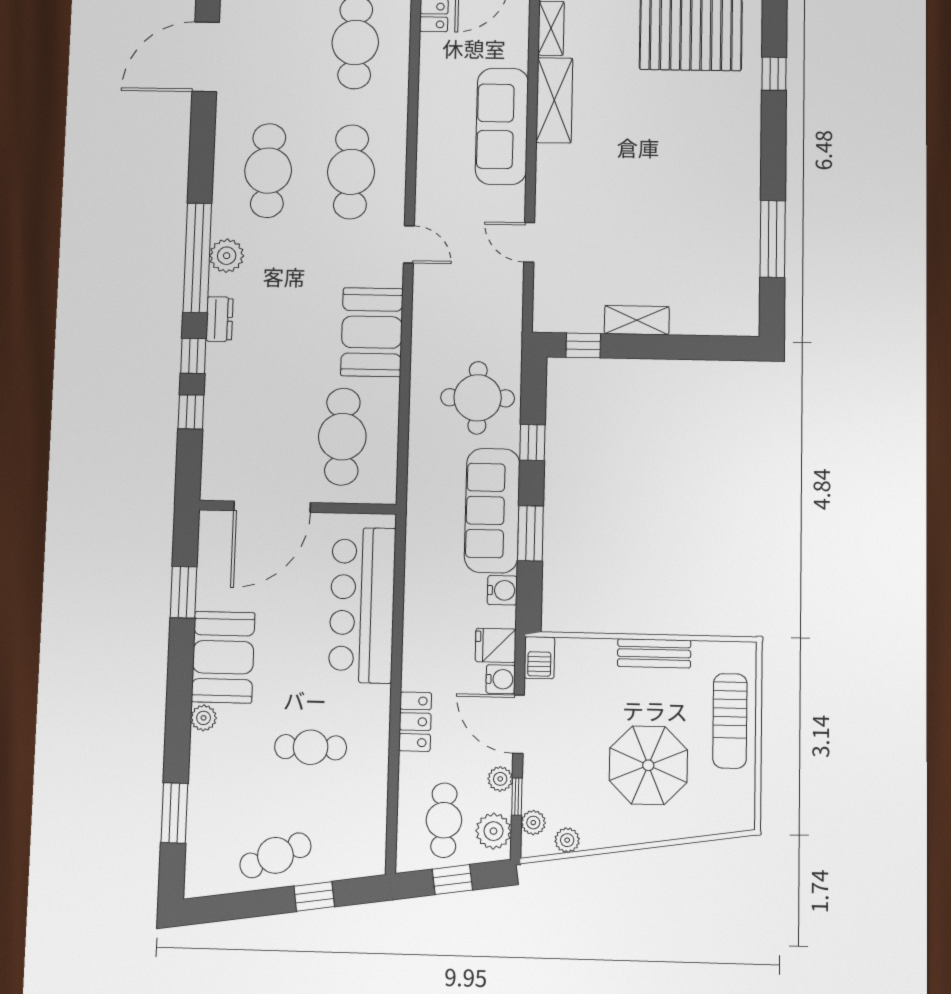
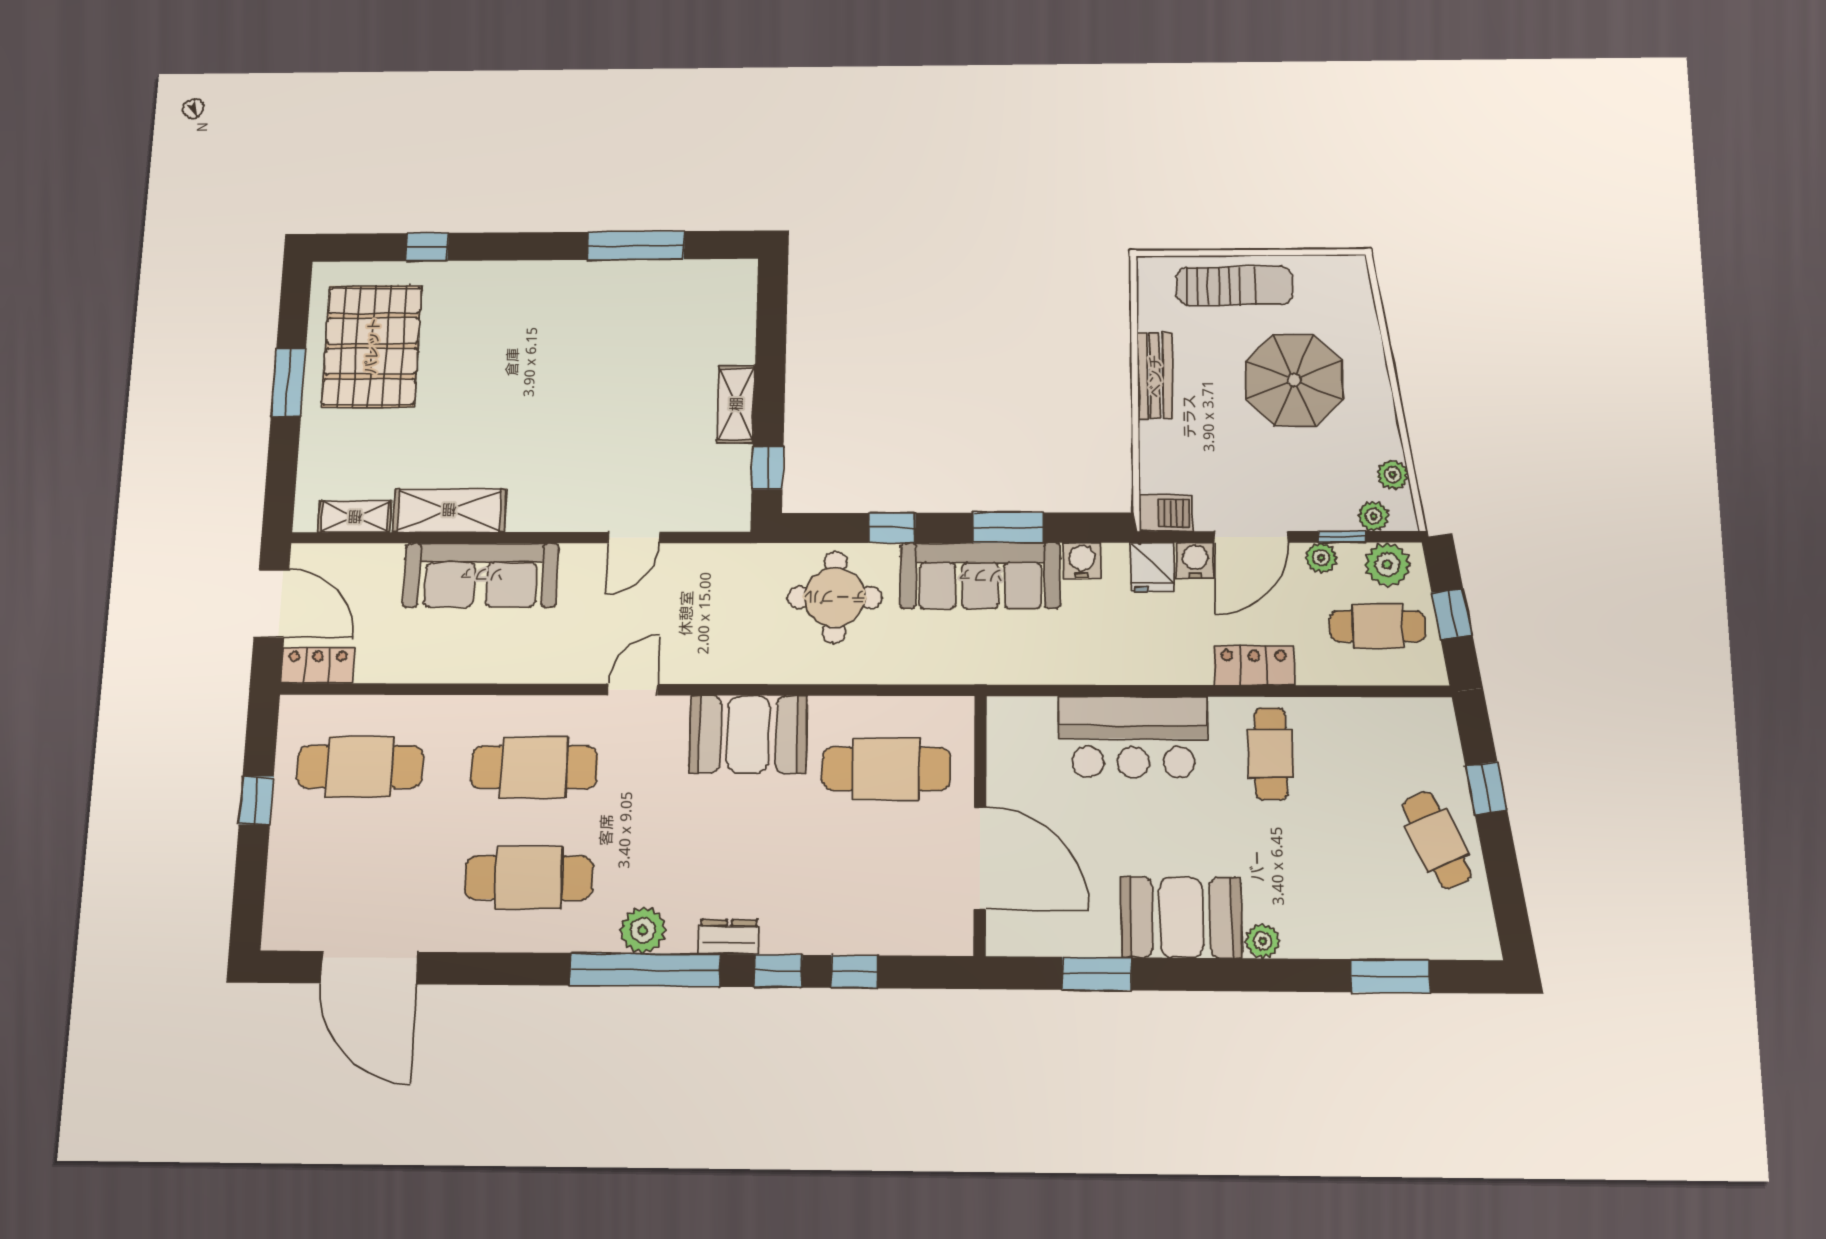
bar counter: (362, 605) -> (1133, 737), width x0.73
cafe table: (311, 747) -> (1271, 754), moved

